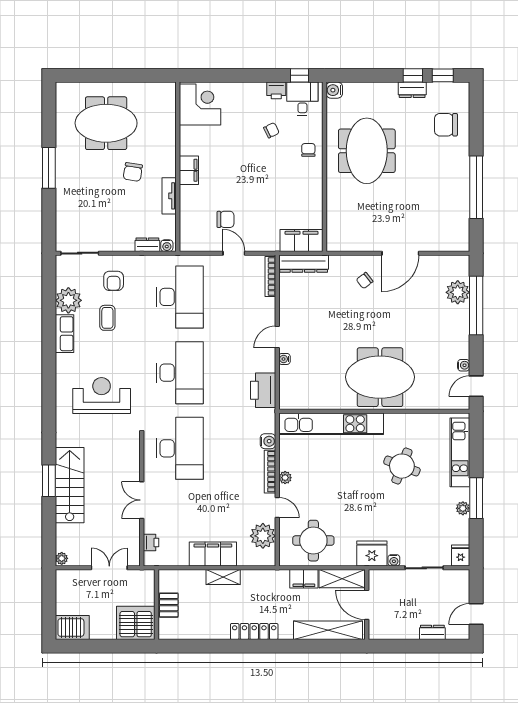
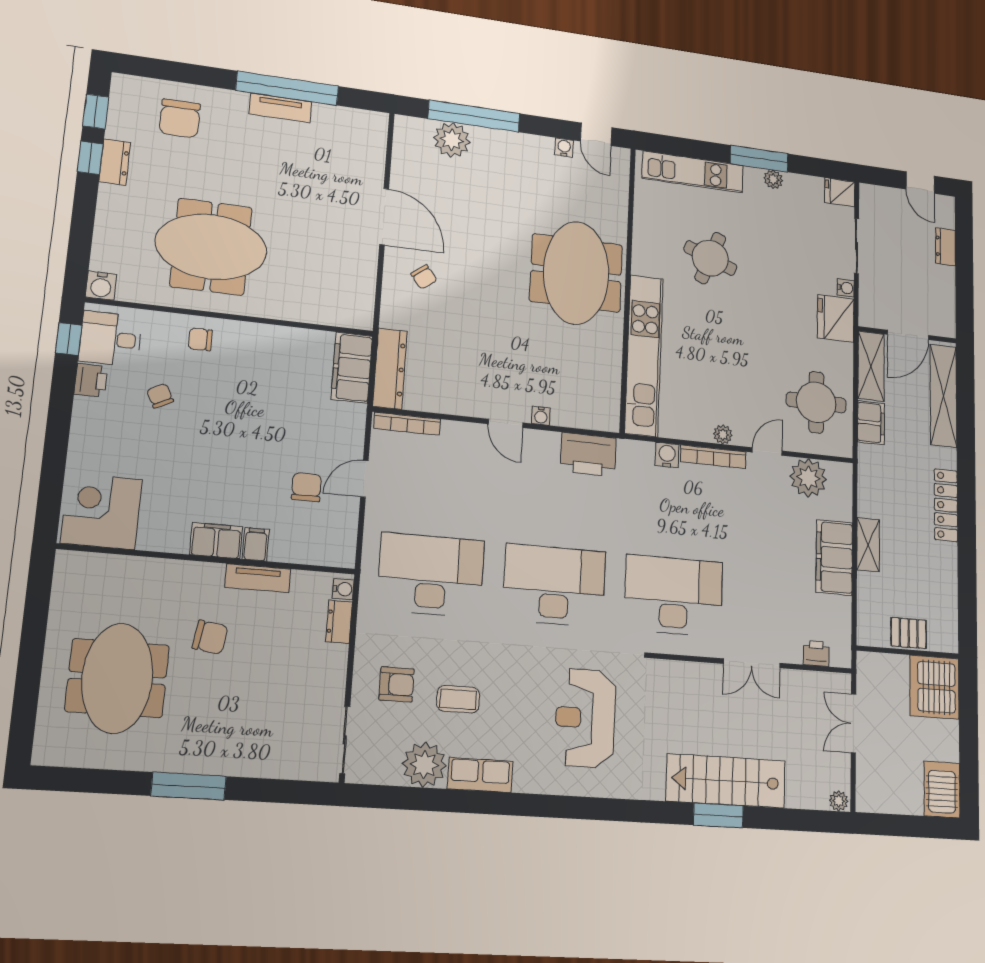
tv unit: (462, 184) -> (280, 108), added
filing cabinet: (189, 193) -> (256, 544), added

